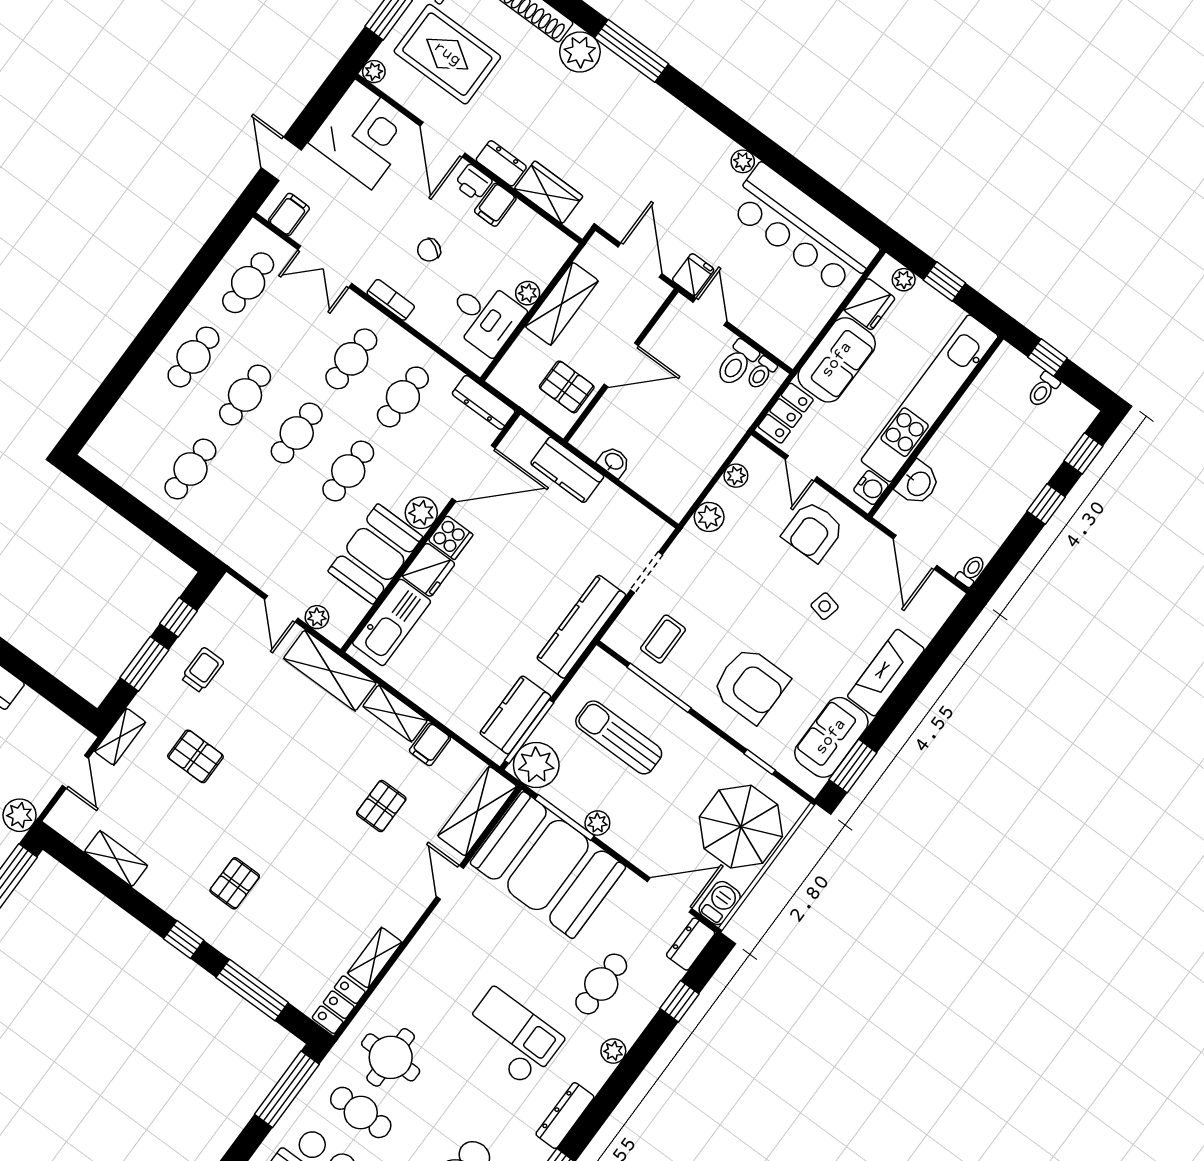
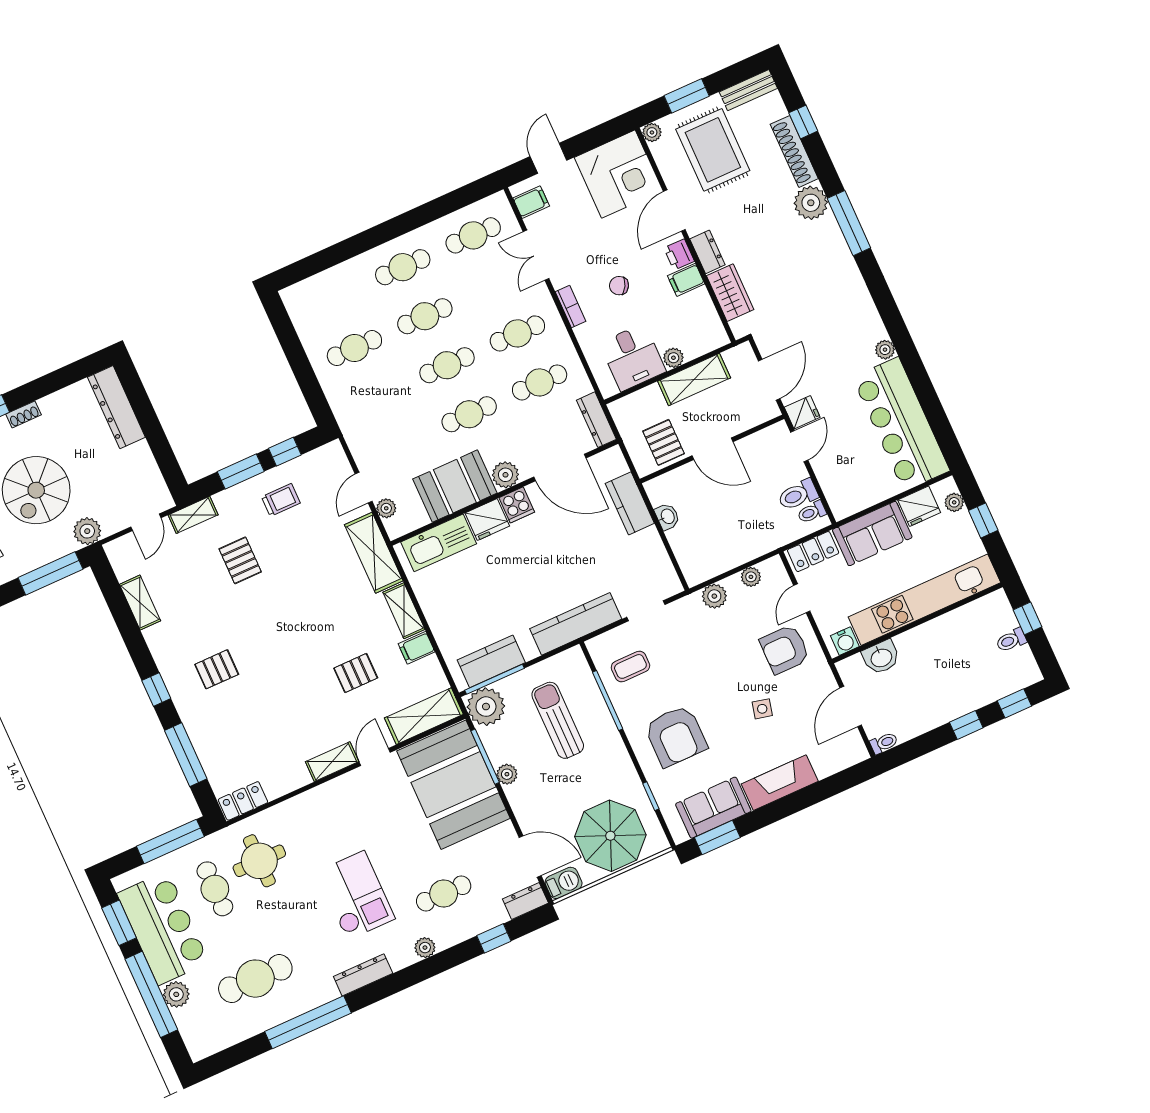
shelving: (375, 958) -> (332, 762), moved

